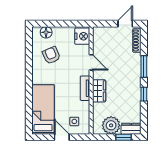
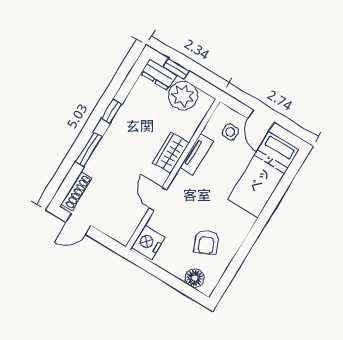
tv unit: (85, 88) -> (196, 155), moved

